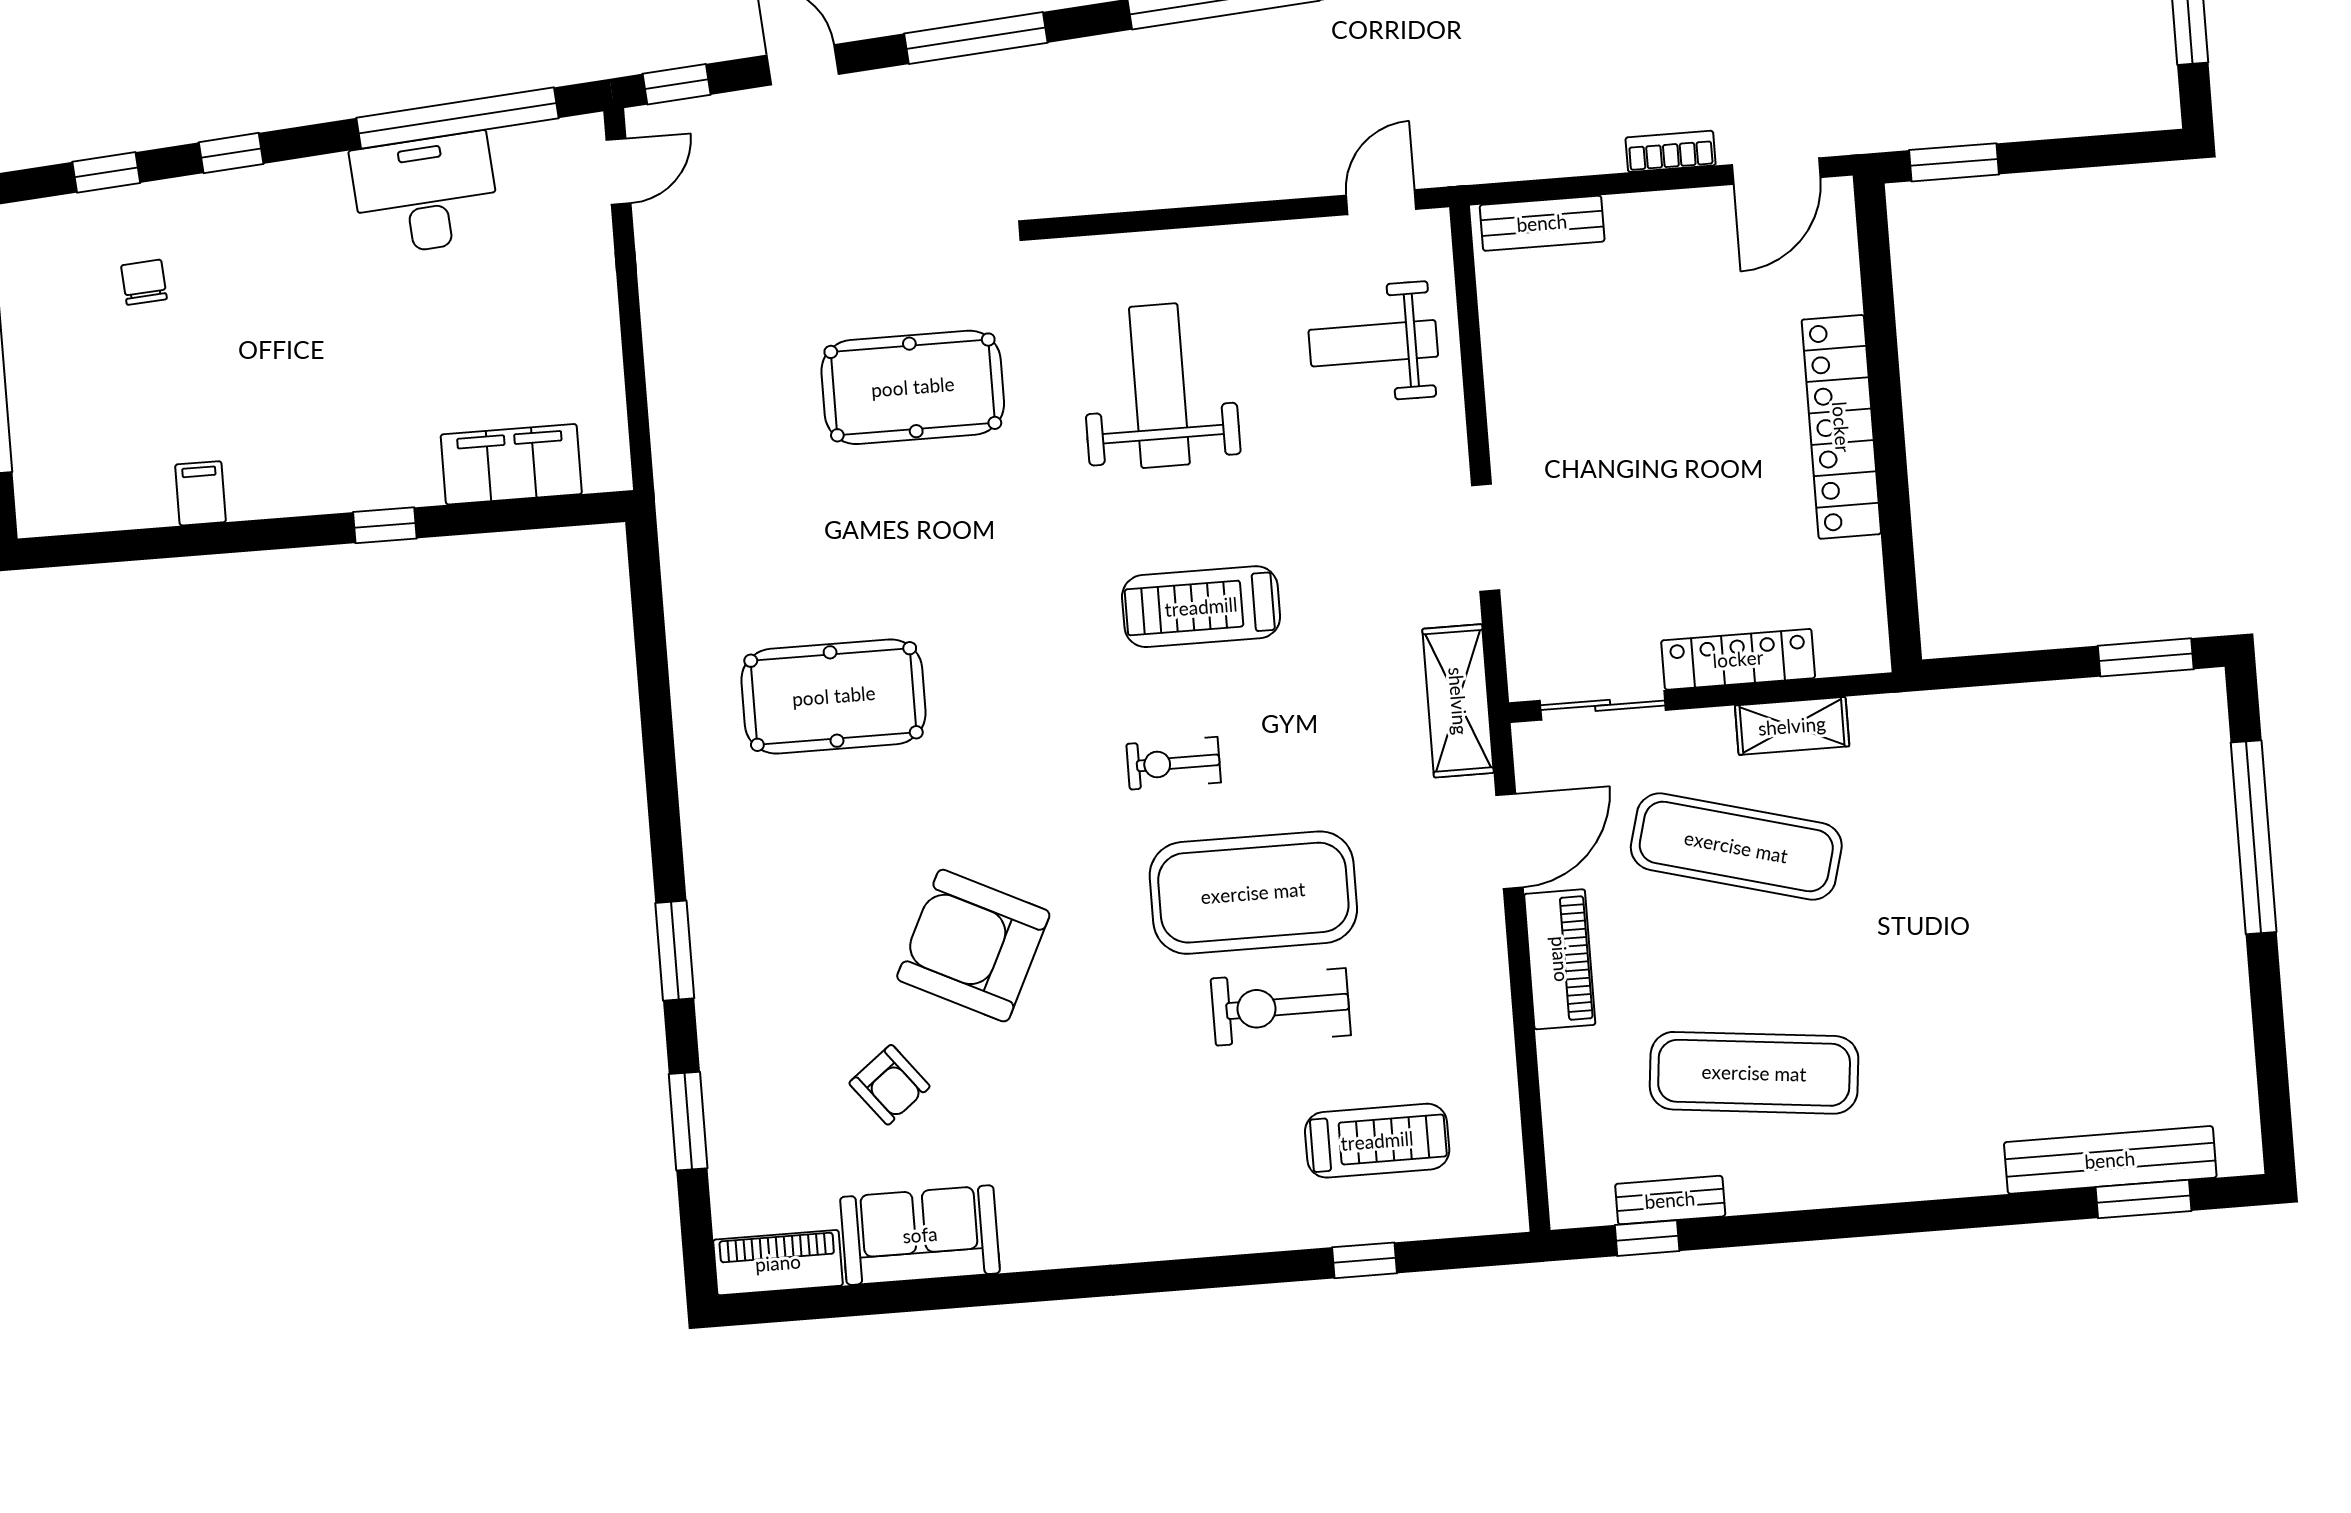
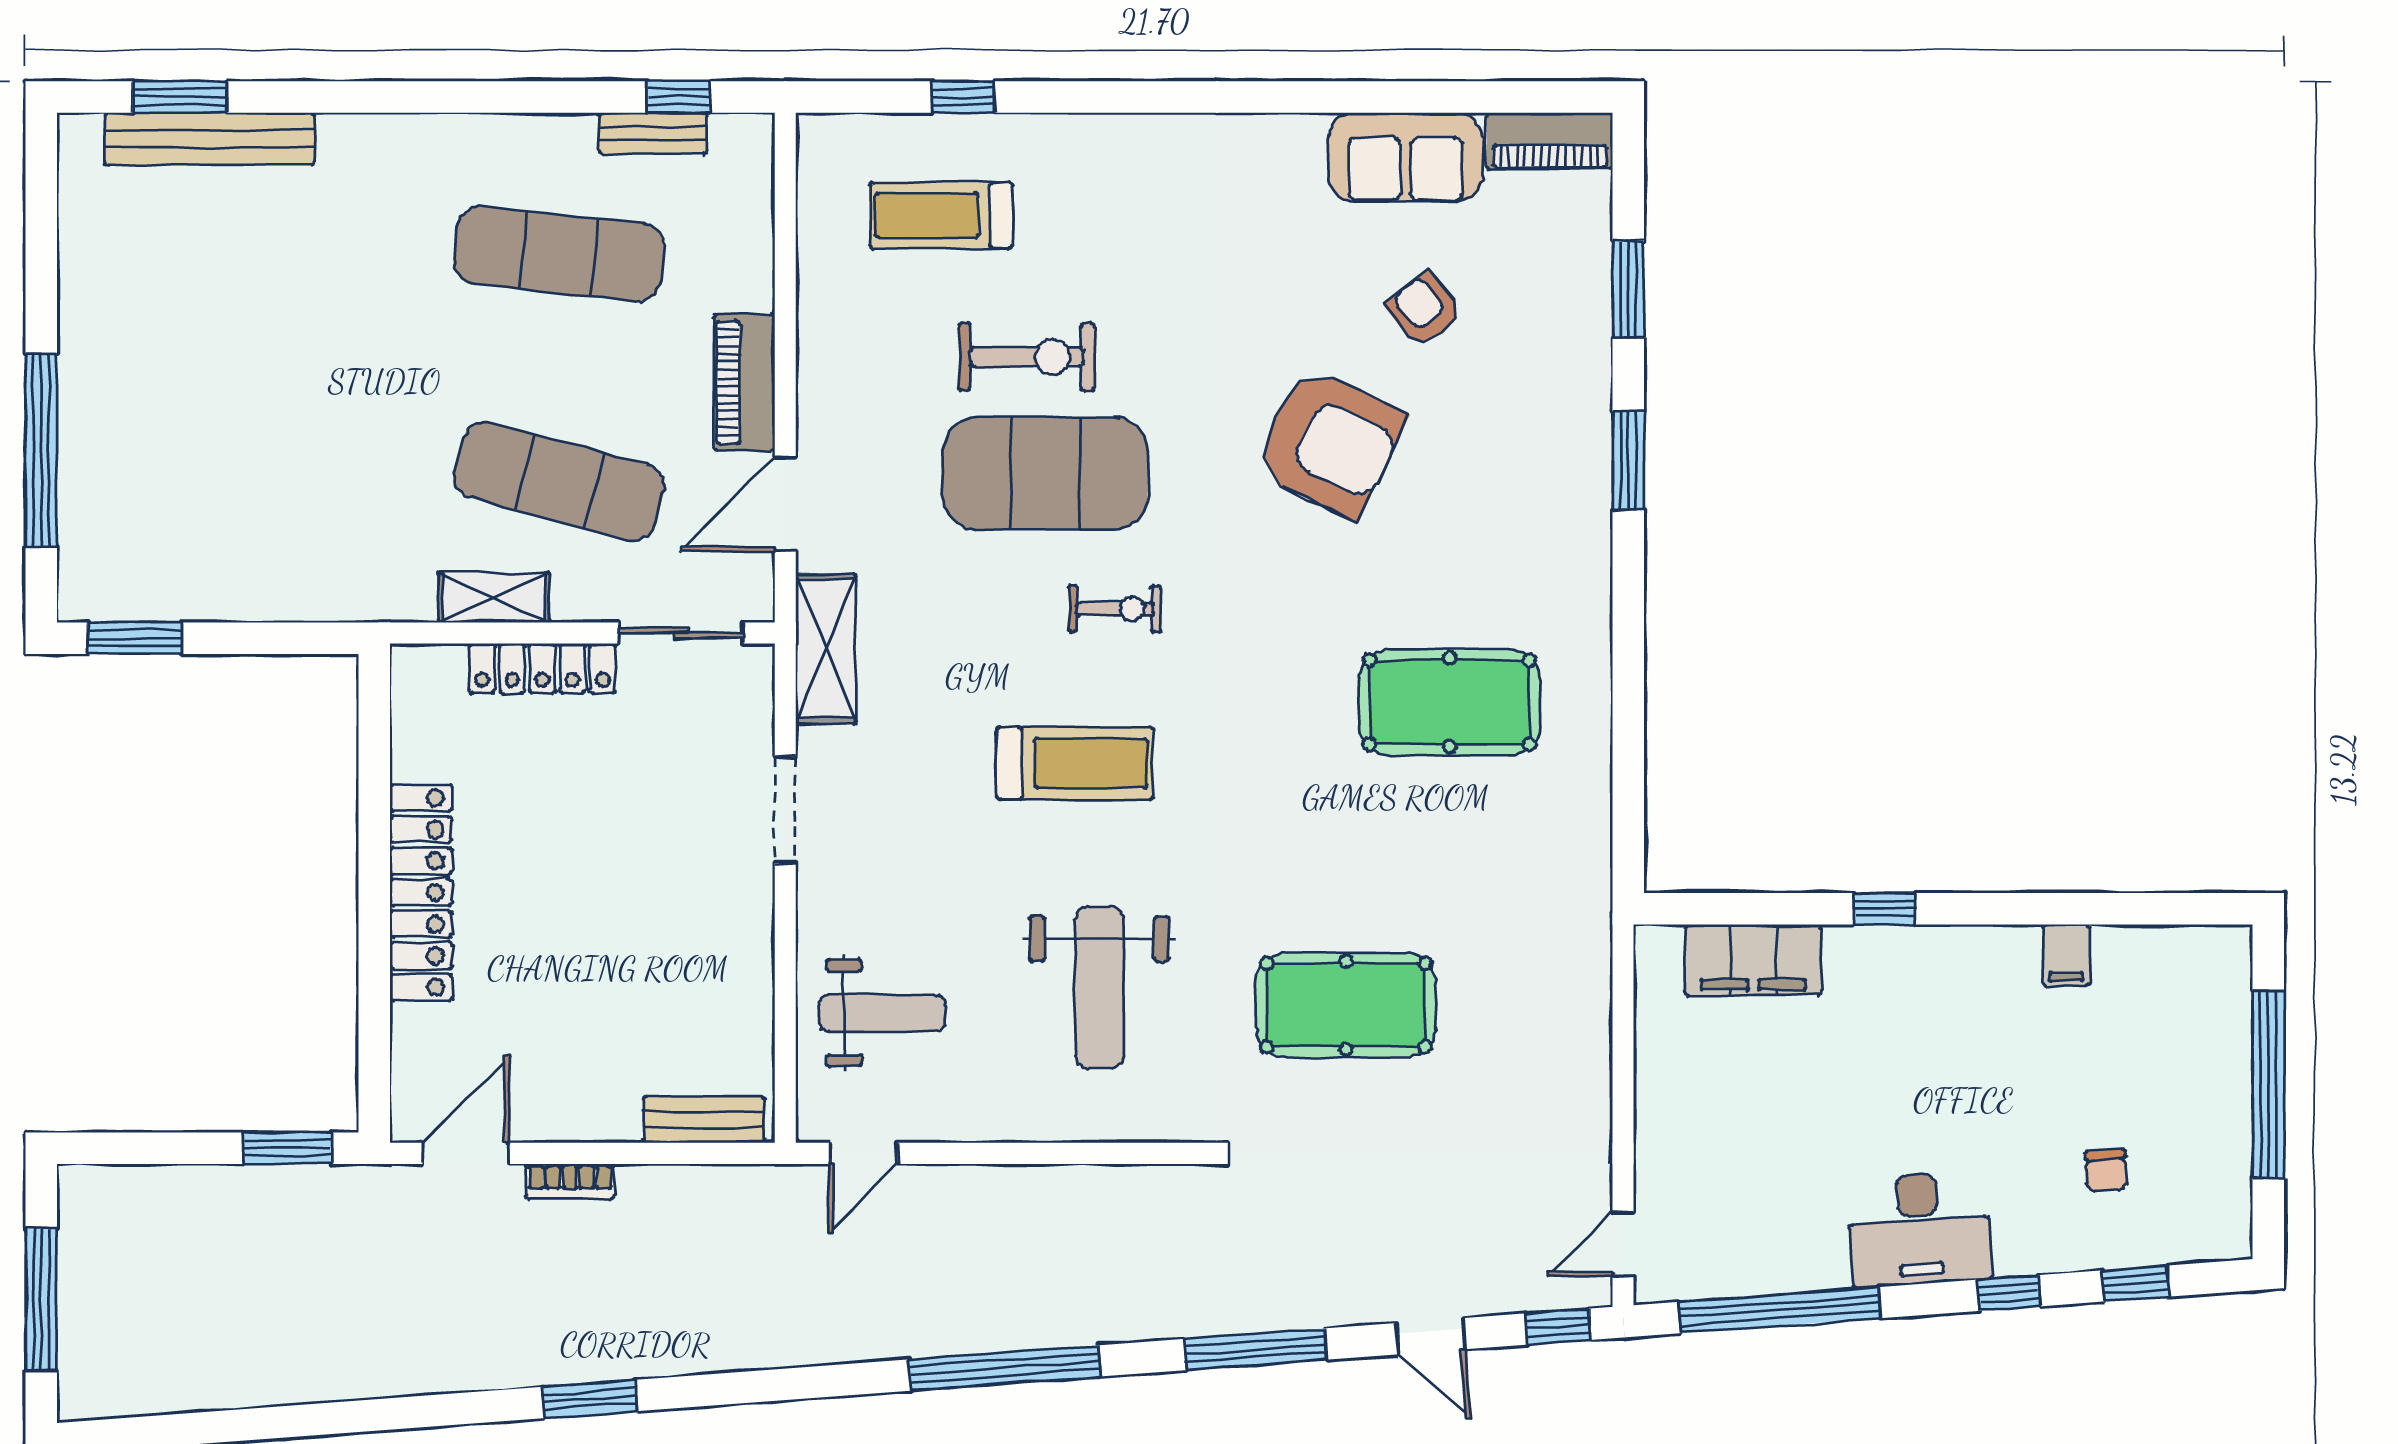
desk: (425, 194) -> (1919, 1229), moved

